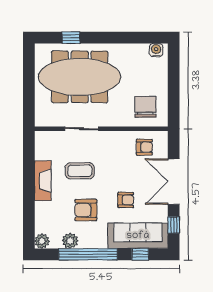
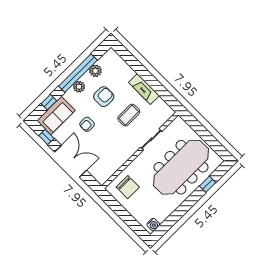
armchair: (144, 147) -> (106, 164), removed
sofa: (138, 236) -> (56, 116), width x0.73
plant: (42, 241) -> (79, 87), moved

